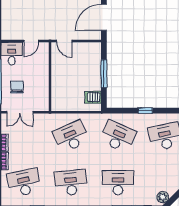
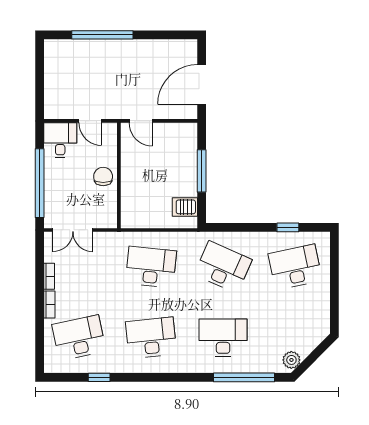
door: (31, 41) -> (90, 121), hinge flipped
chair: (17, 87) -> (103, 177), moved
window: (145, 111) -> (288, 227), moved
desk: (71, 136) -> (151, 267), turned 30

